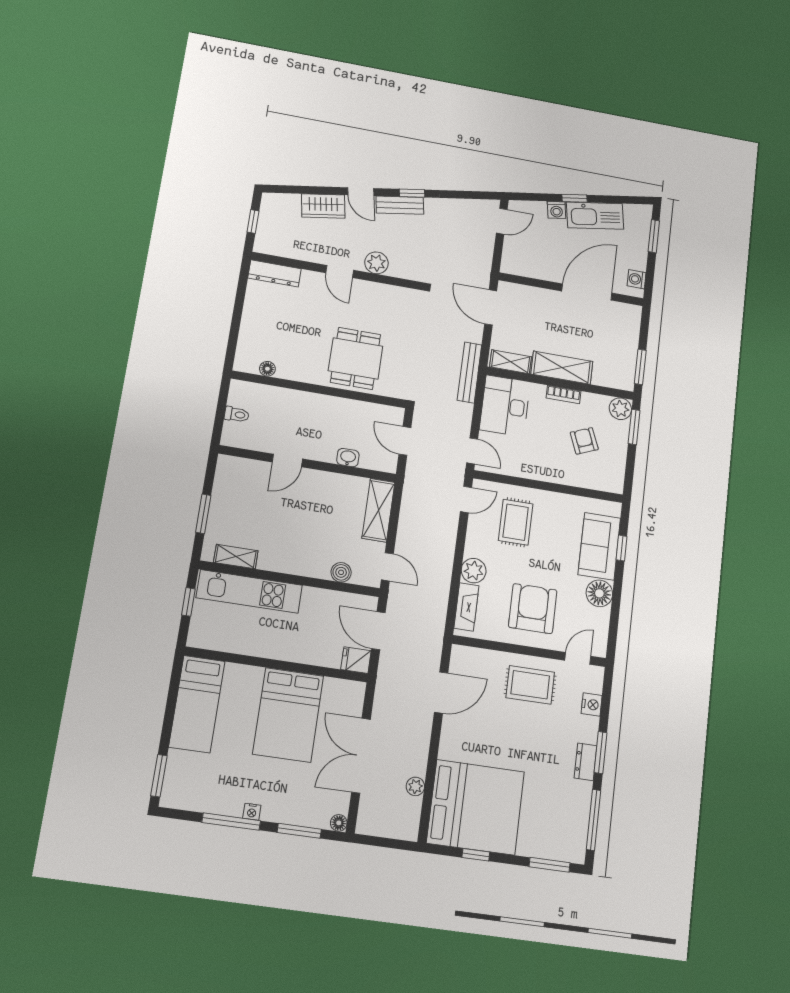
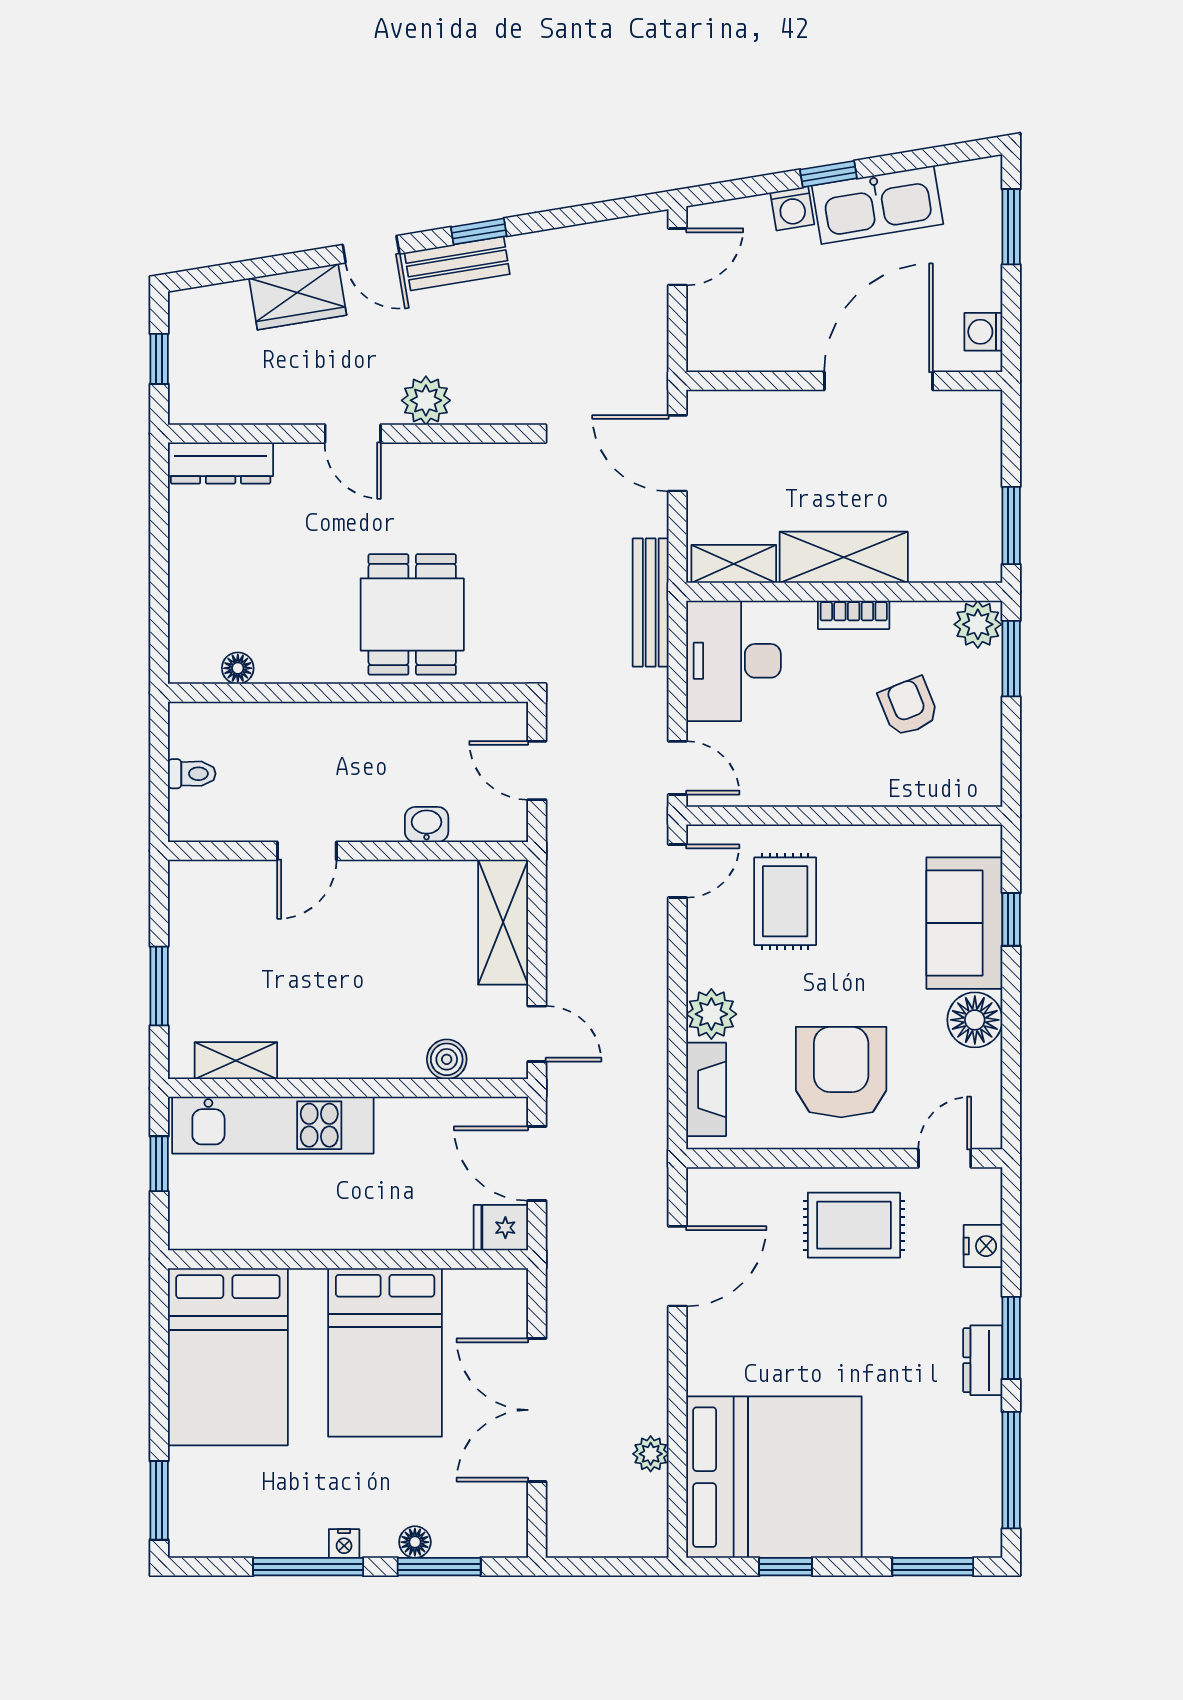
bed: (197, 704) -> (228, 1357), width x1.50
floor lamp: (339, 823) -> (415, 1542), moved

